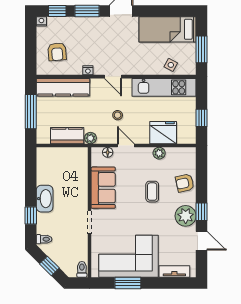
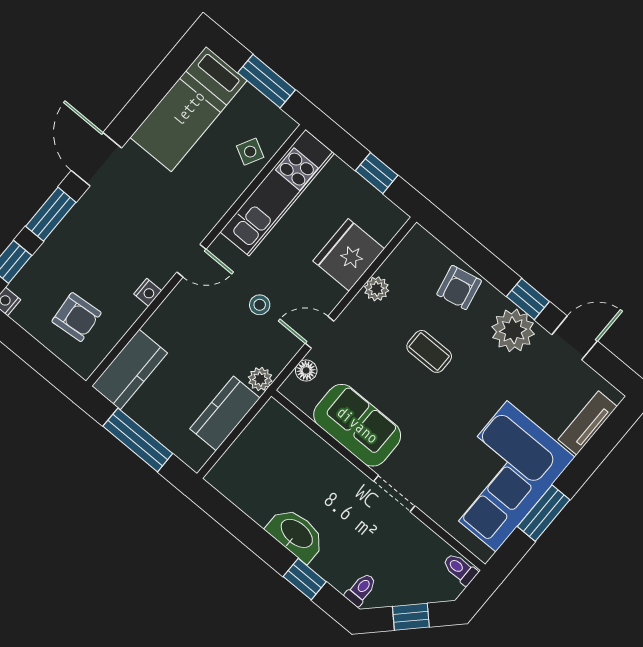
kitchen counter: (63, 87) -> (130, 369), width x0.67

